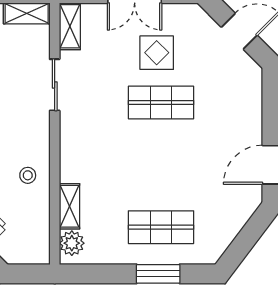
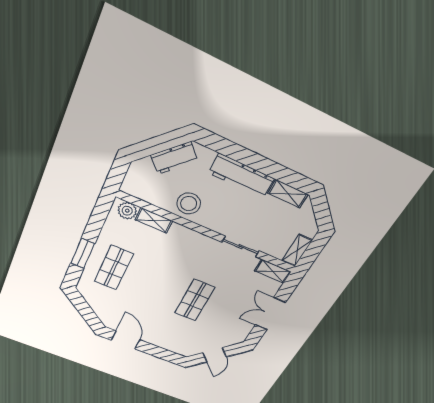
display table: (157, 53) -> (227, 310), removed
stool: (28, 175) -> (189, 204), width x1.89, depth x1.89

